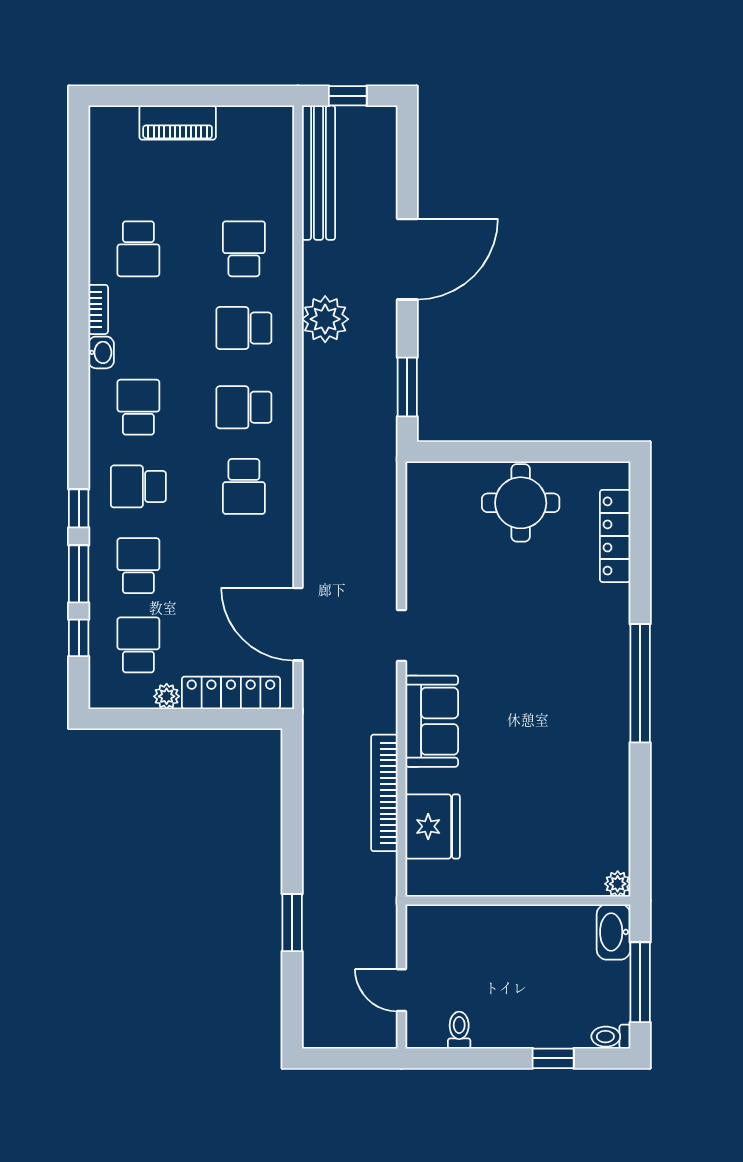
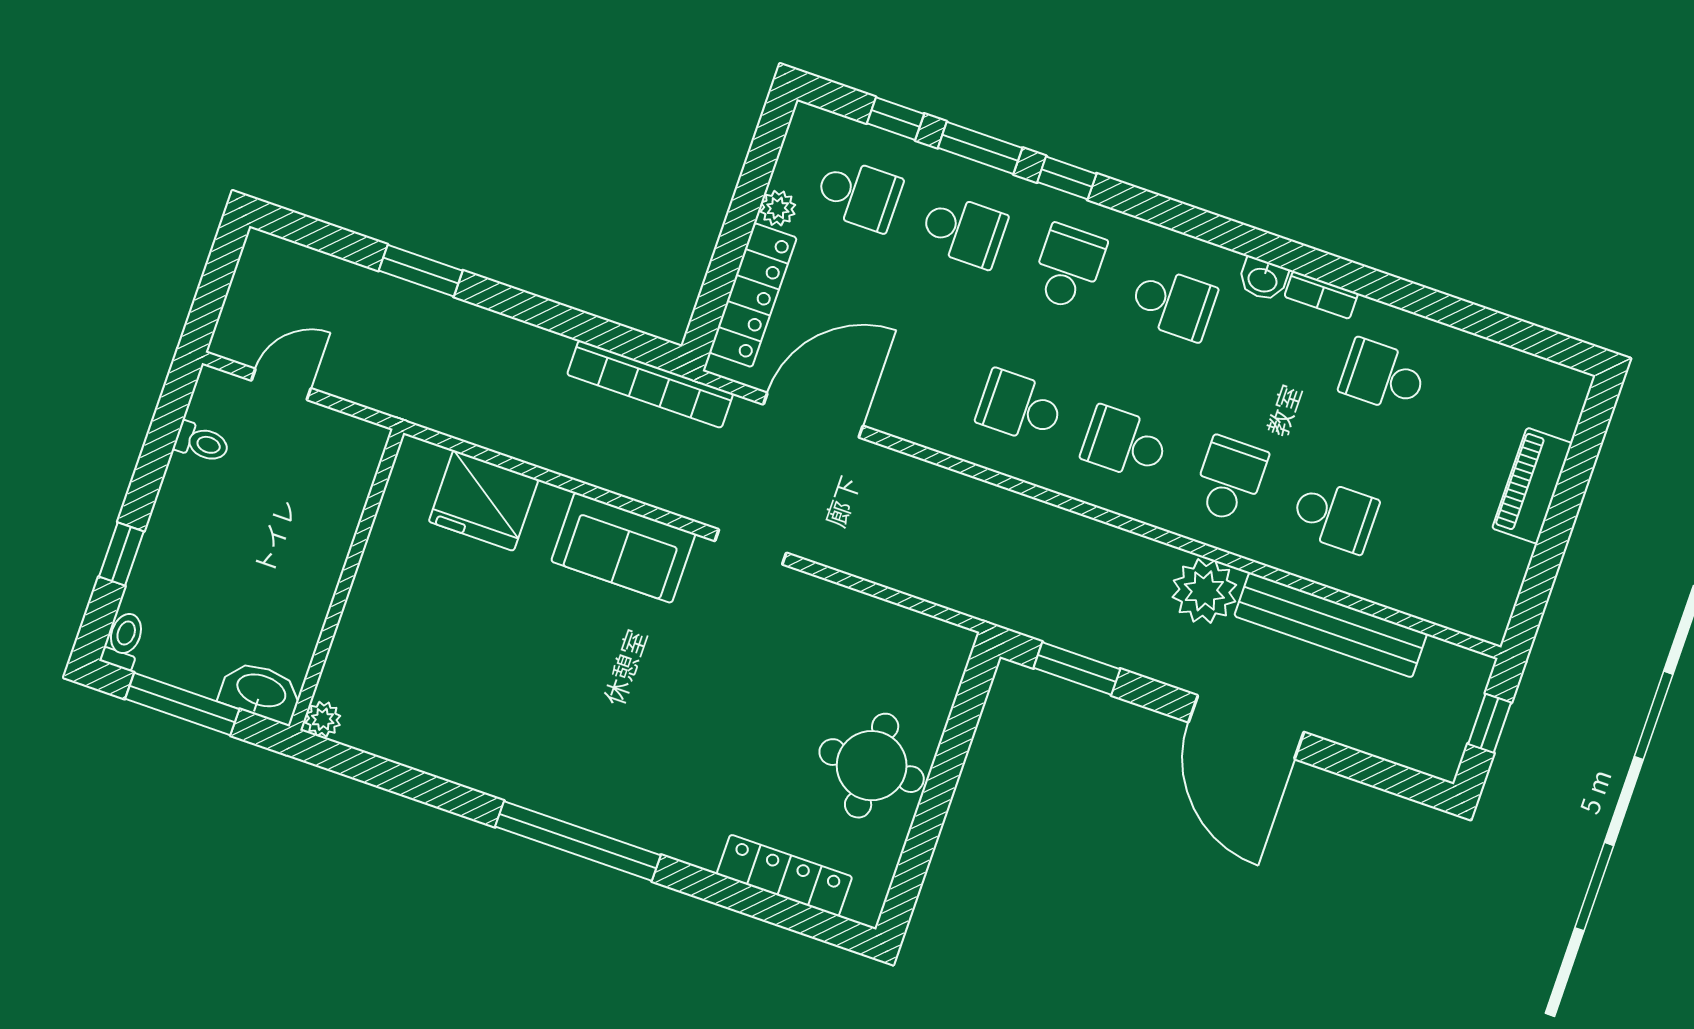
bench: (319, 173) -> (1331, 625), moved
school desk: (244, 407) -> (1125, 443), turned -90
bookcase: (384, 793) -> (650, 384), moved, turned 180

